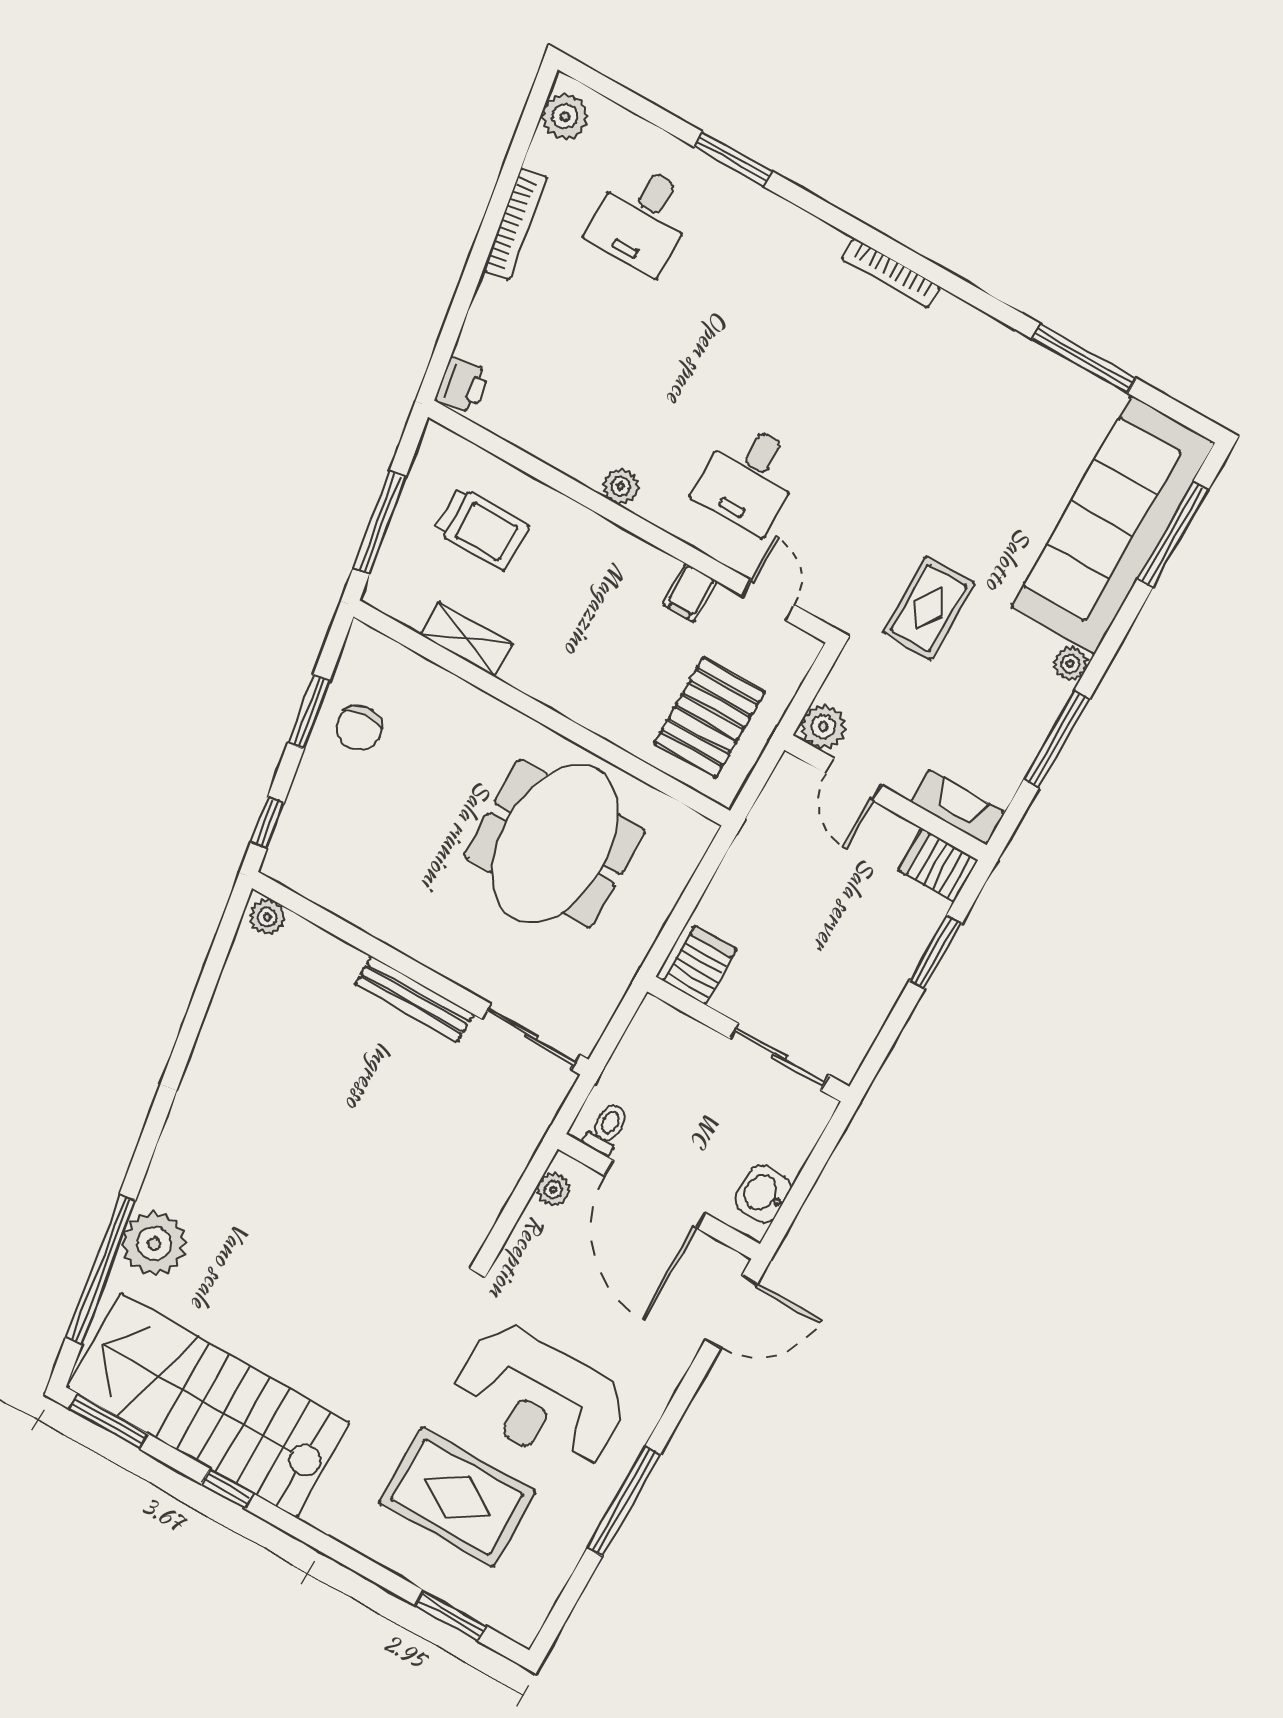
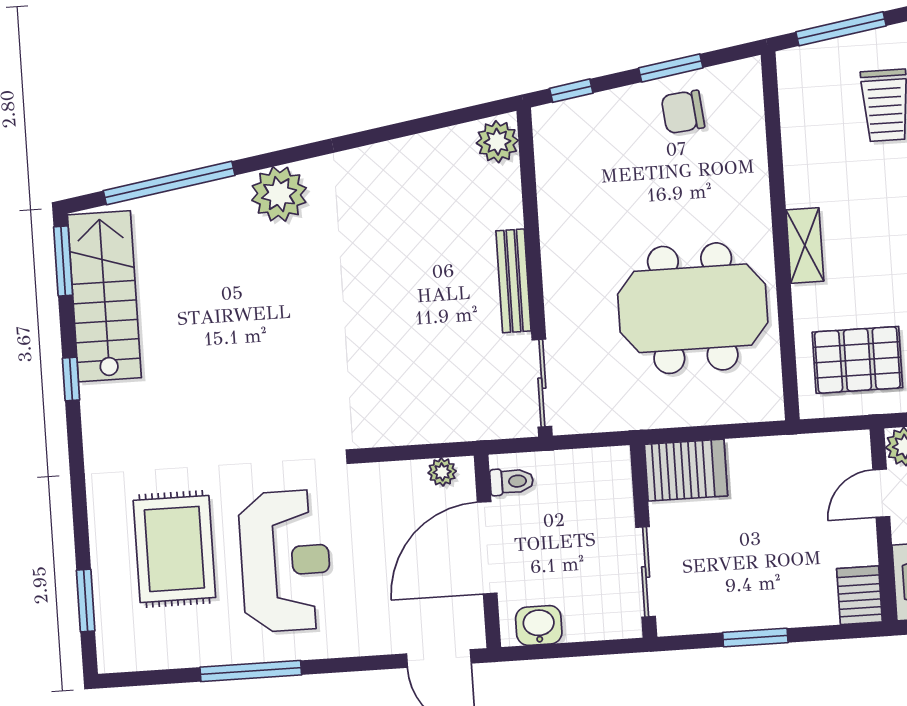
shelving: (466, 639) -> (805, 245), moved
plant: (267, 917) -> (497, 142), width x1.38, depth x1.38
window: (936, 952) -> (755, 638), moved
server rack: (700, 965) -> (686, 470), width x1.36, depth x1.44
plant: (154, 1244) -> (279, 194), moved
reception desk: (539, 1398) -> (285, 561), turned 180
stairs: (209, 1405) -> (104, 296), width x0.73, depth x0.66

